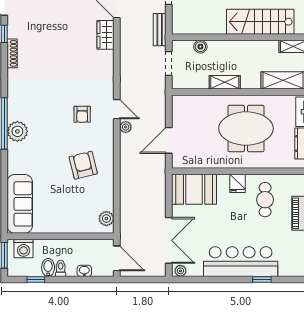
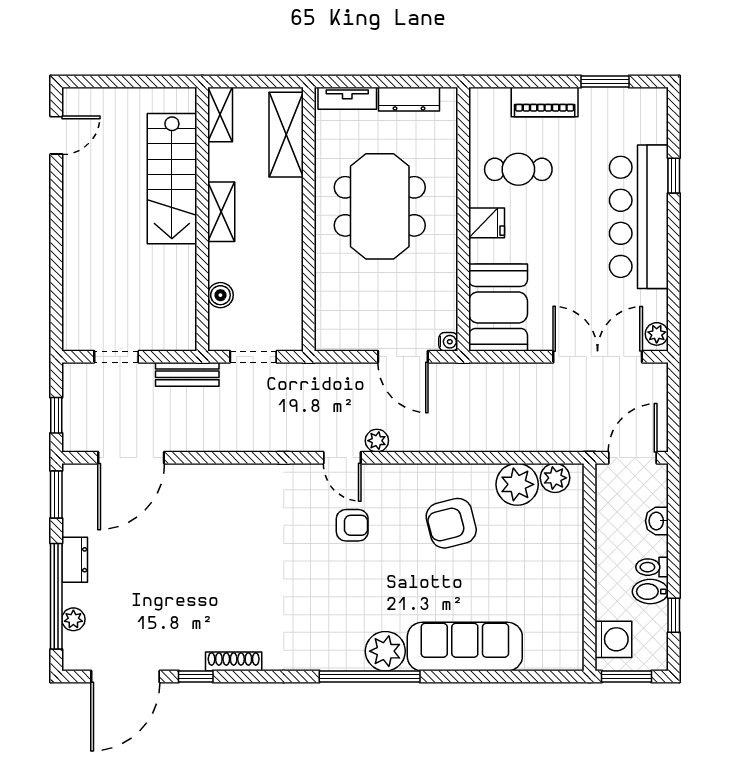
wardrobe: (106, 35) -> (198, 480), removed
shelving: (225, 82) -> (221, 212), moved
door: (117, 109) -> (342, 458), swing flipped
water cooler: (176, 164) -> (448, 342), added
plant: (103, 199) -> (517, 484), added
sofa: (20, 204) -> (465, 647), moved

